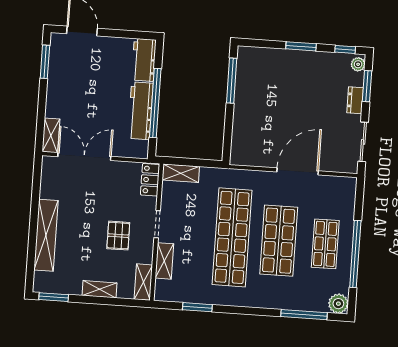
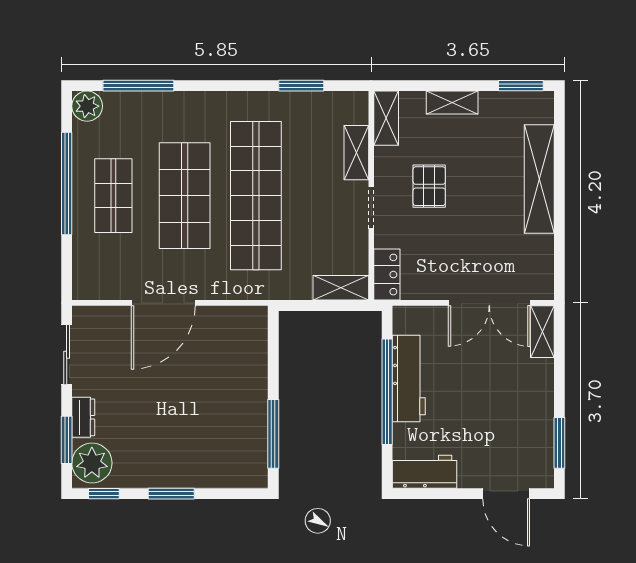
workbench: (144, 60) -> (425, 472), moved, turned -90
plant: (358, 64) -> (92, 463), width x1.87, depth x1.87

